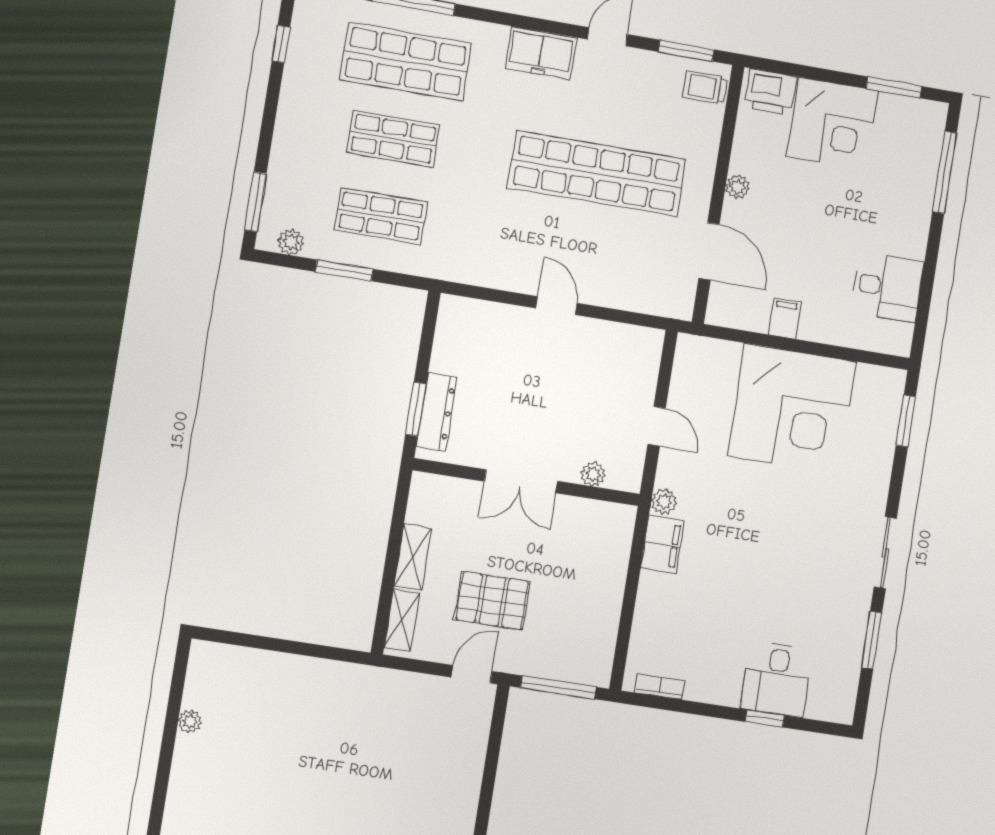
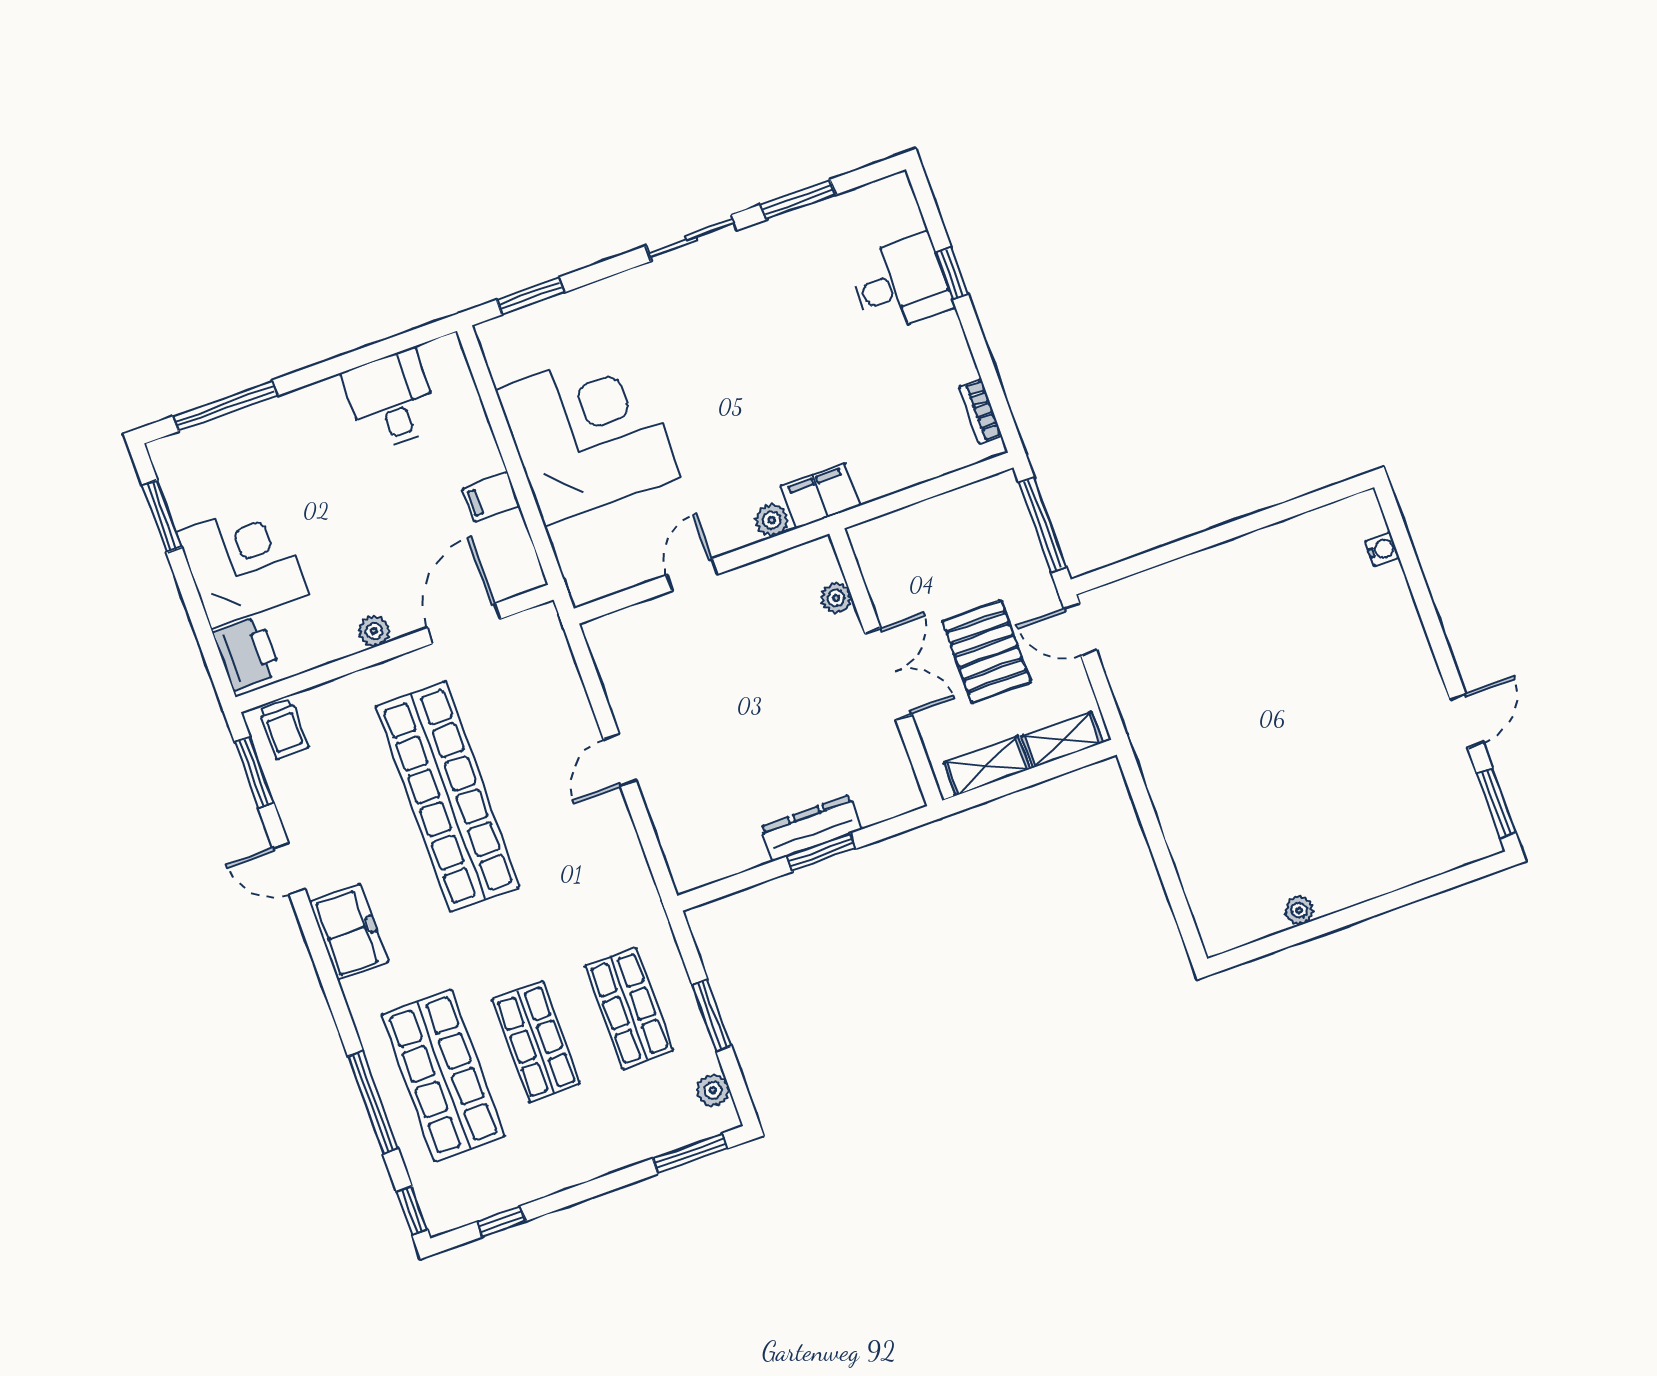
plant: (593, 474) -> (836, 598), moved
double door: (521, 481) -> (888, 674), moved
wall: (527, 482) -> (886, 667), moved

